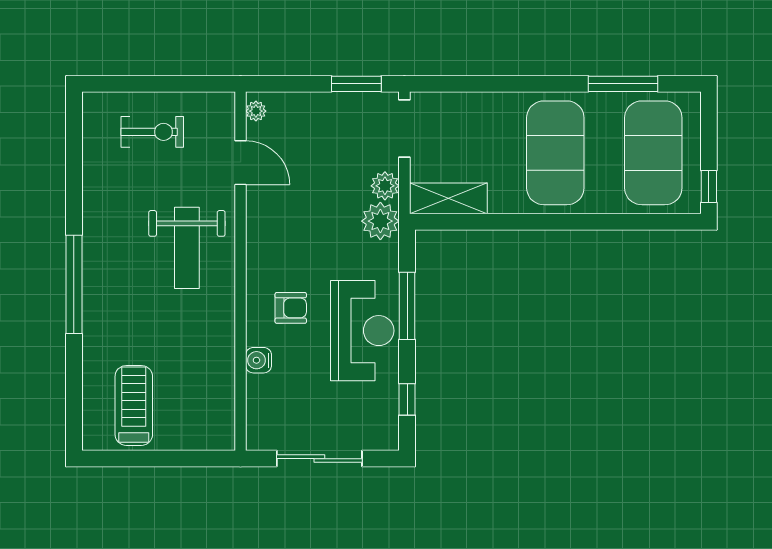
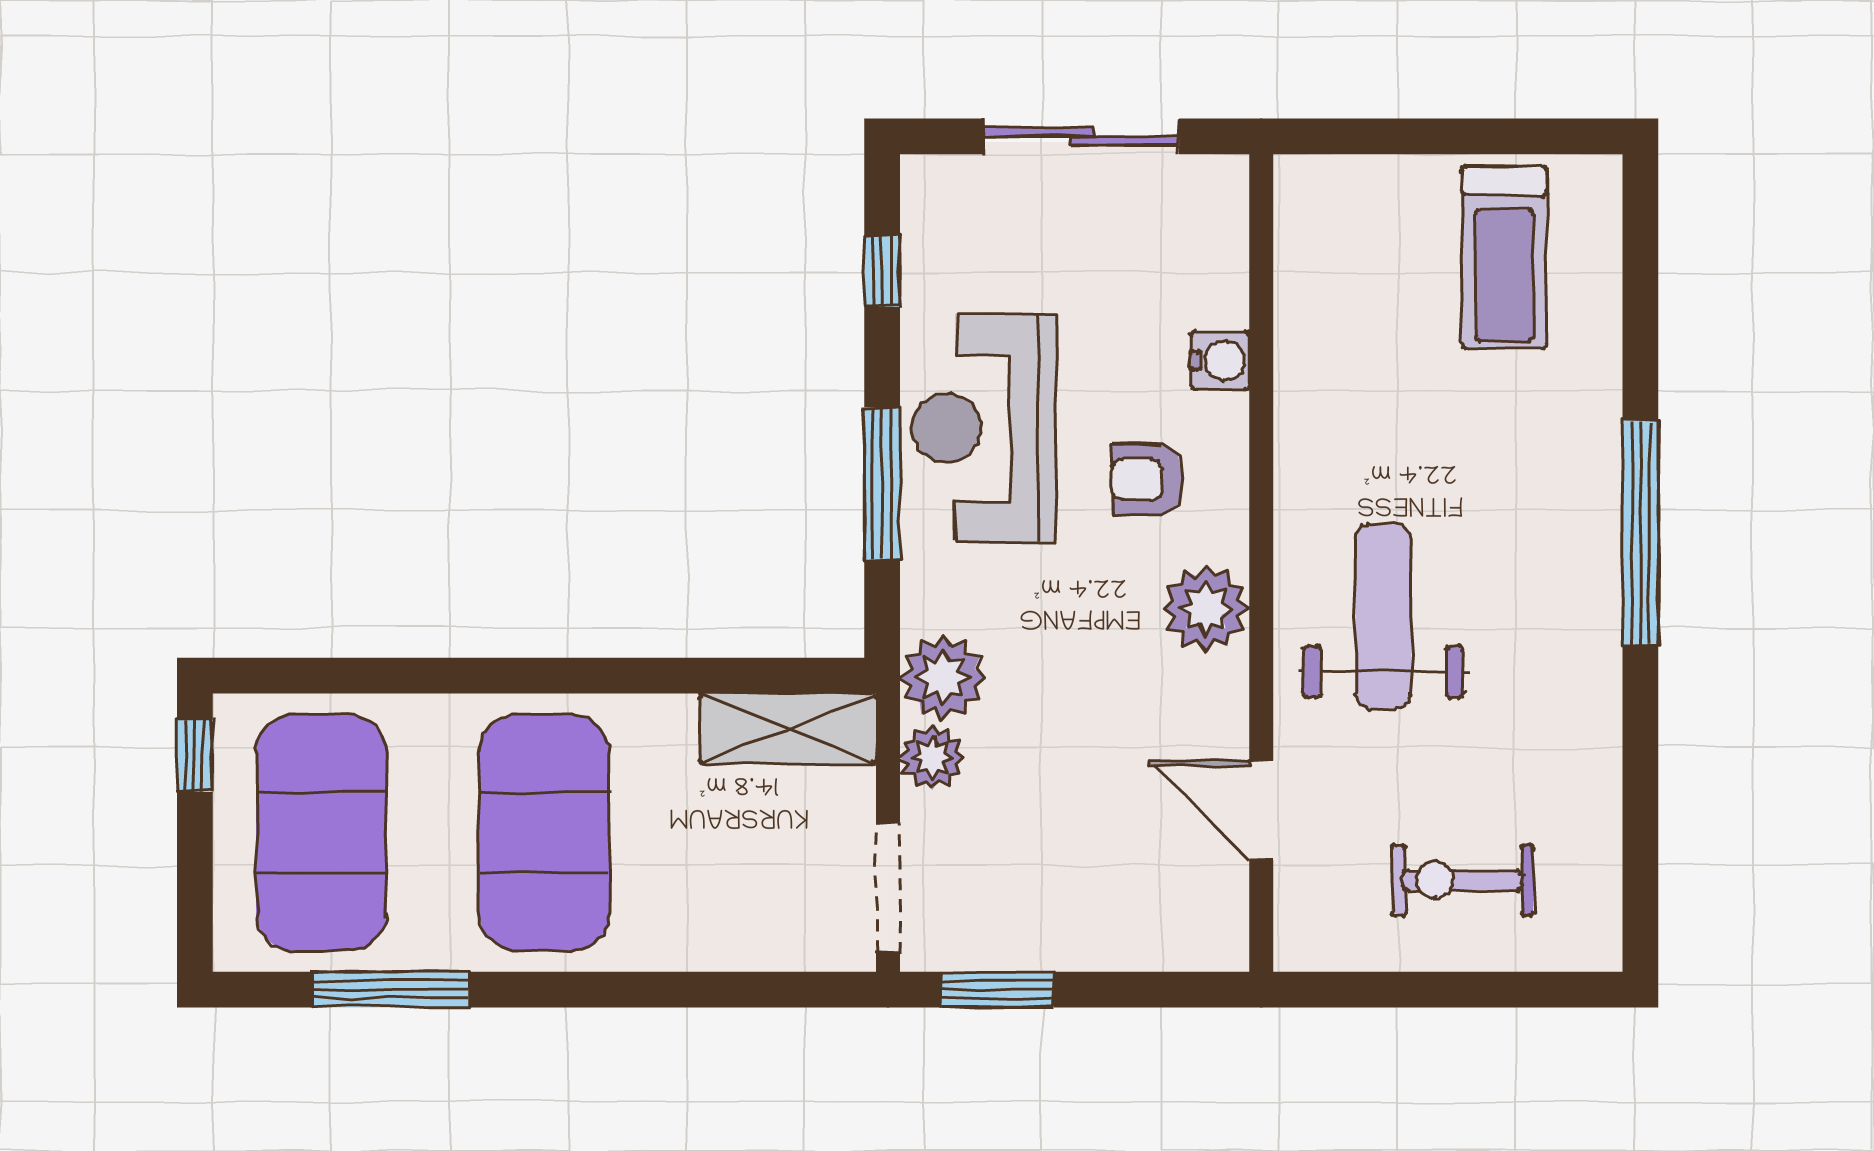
plant: (256, 111) -> (1206, 609), moved, width x1.88, depth x1.88

